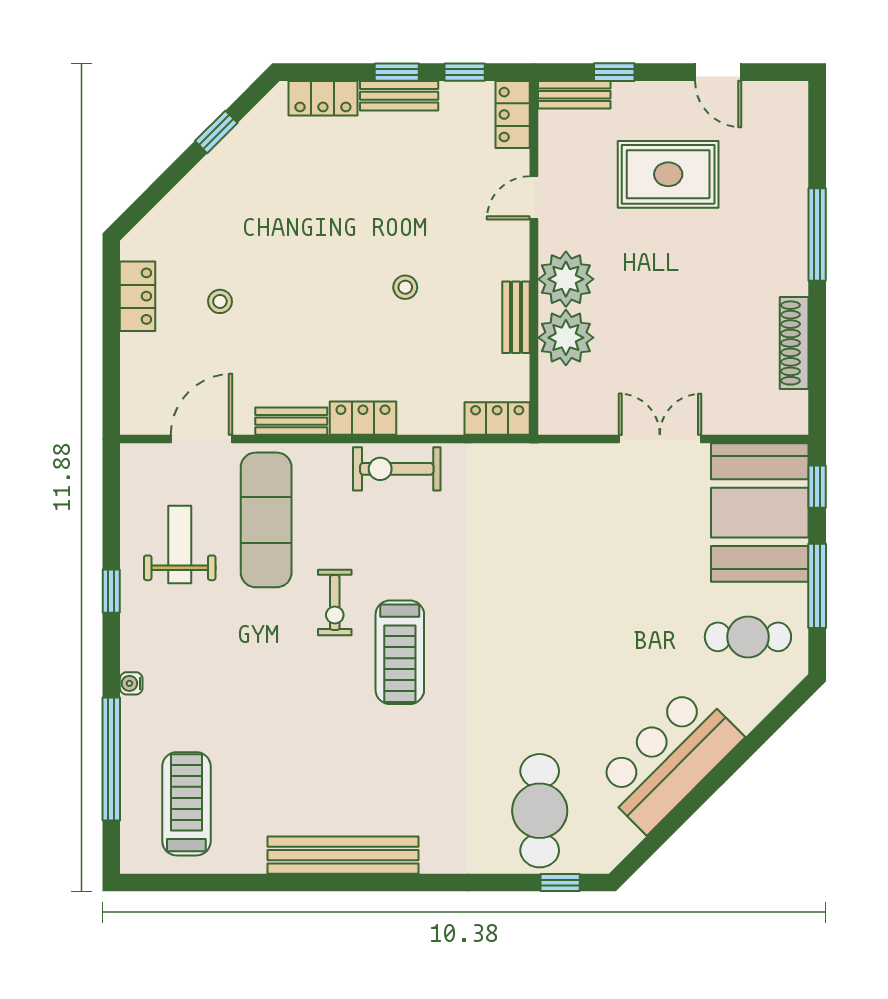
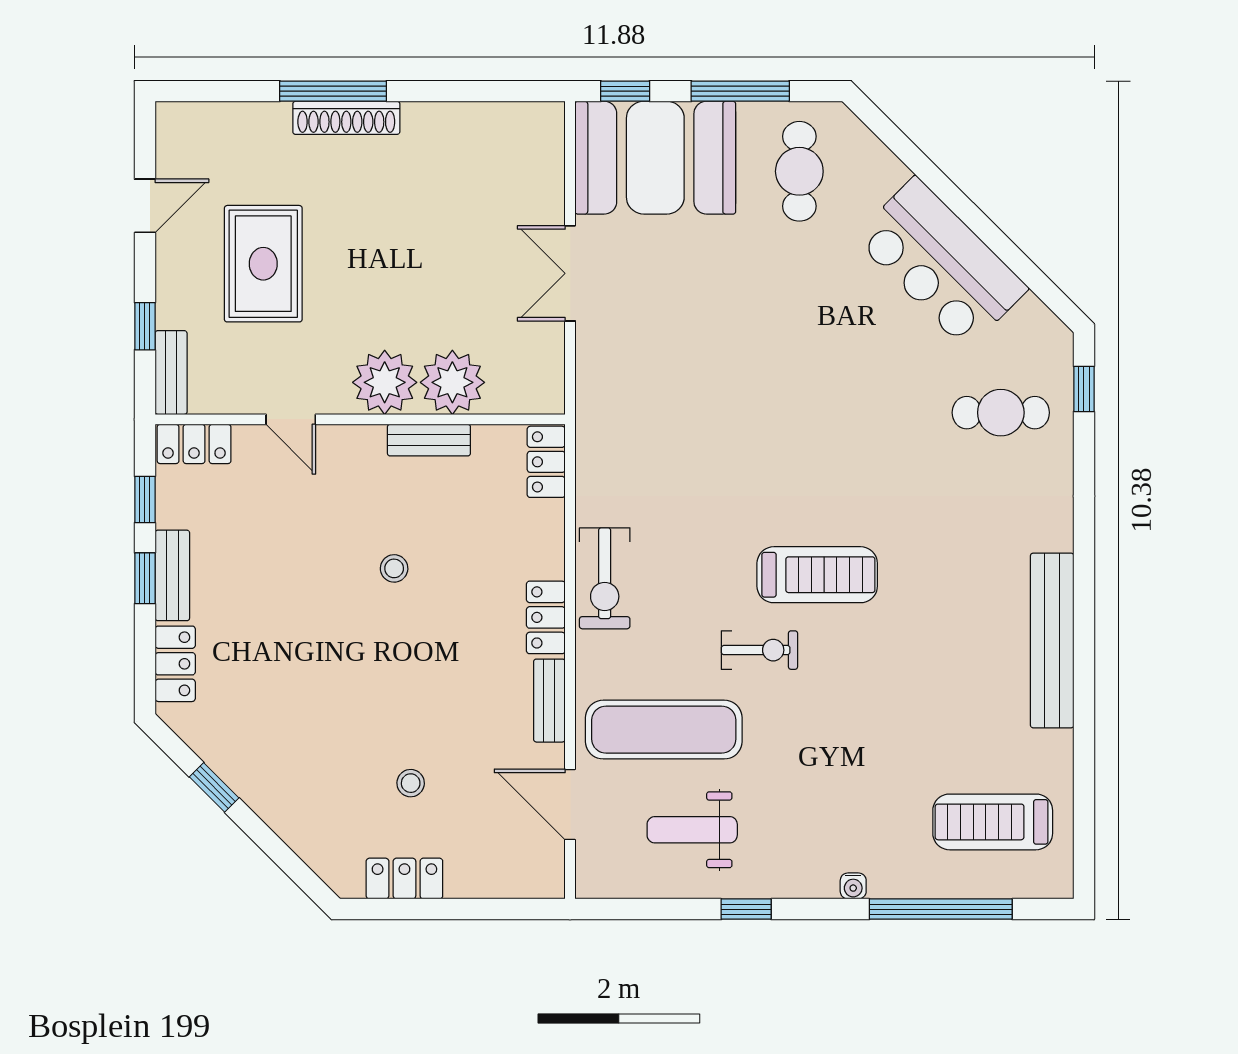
shoe rack: (794, 343) -> (346, 118), moved
cafe table: (540, 811) -> (1001, 413), width x0.73, depth x0.74

